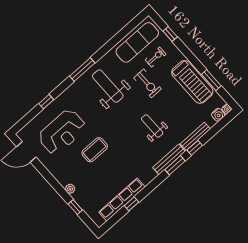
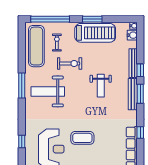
window: (170, 34) -> (50, 19), width x3.17
window: (82, 70) -> (22, 85), moved
window: (211, 80) -> (92, 19), moved
weight bench: (152, 126) -> (101, 86), turned -90
coffee table: (95, 150) -> (82, 138), turned 90
window: (132, 204) -> (140, 133), moved

